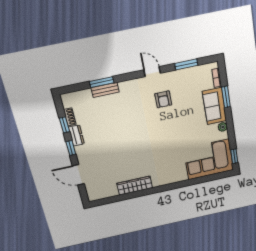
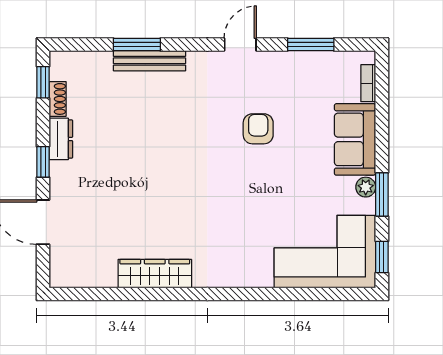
door: (152, 72) -> (240, 44), hinge flipped
bench: (105, 90) -> (150, 61), width x1.36
window: (226, 97) -> (382, 195), moved
armchair: (163, 99) -> (258, 129), moved, turned 180
window: (65, 125) -> (43, 82), moved

